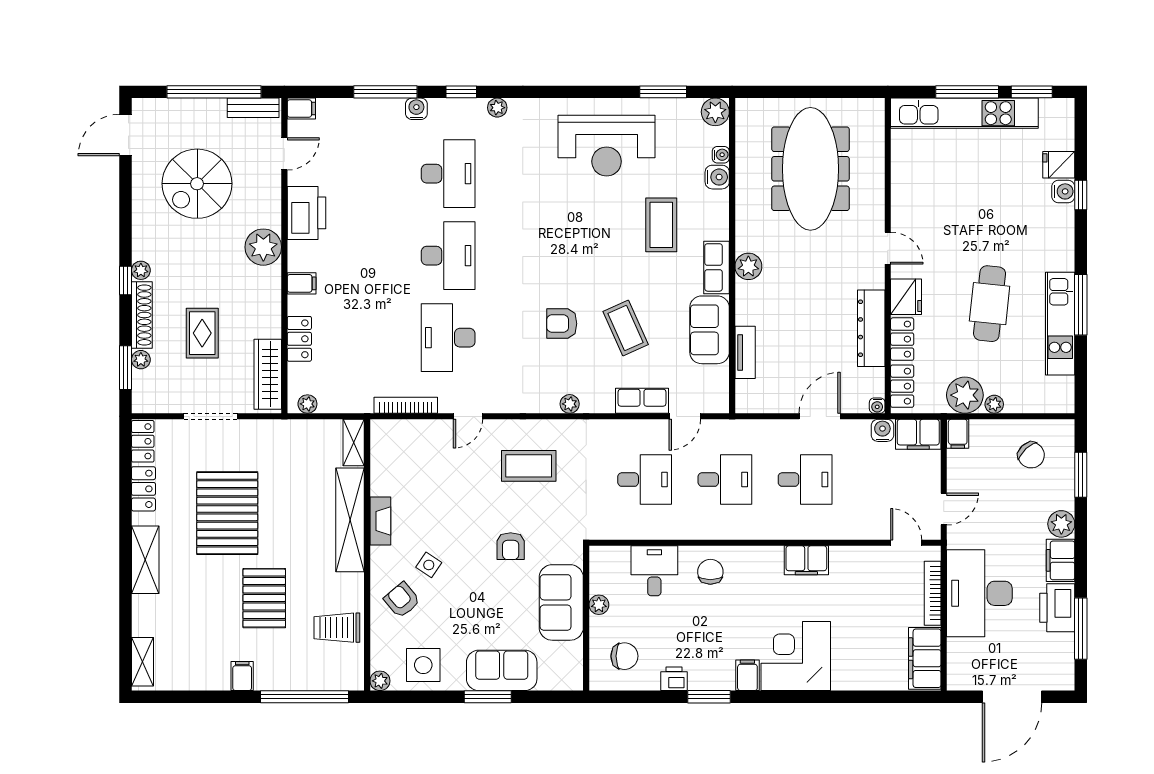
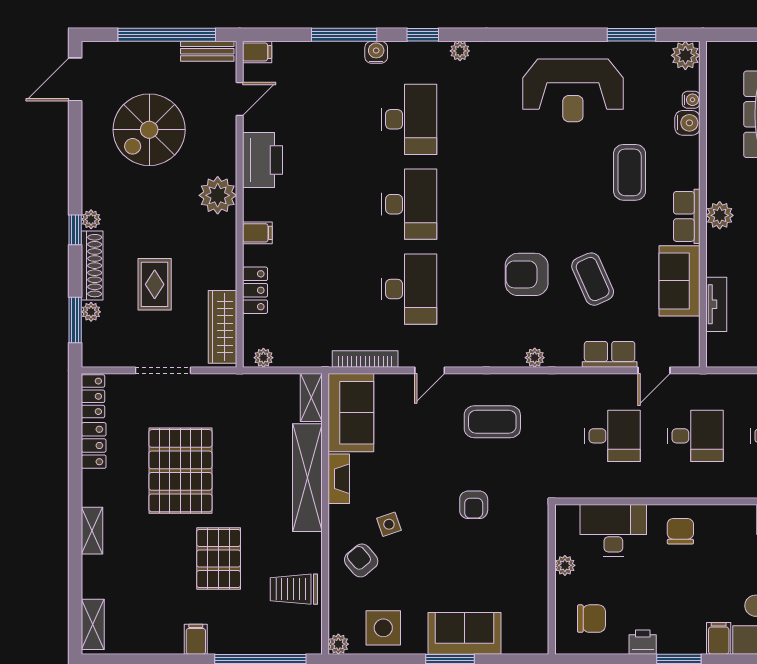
armchair: (562, 324) -> (527, 274), width x1.38, depth x1.38
desk: (448, 338) -> (409, 289), turned 180
shelving: (145, 560) -> (92, 531), width x0.67, depth x0.75
side table: (429, 565) -> (389, 524), turned 37
desk: (654, 571) -> (613, 530), width x1.37
sofa: (561, 602) -> (351, 413), moved, turned 180

